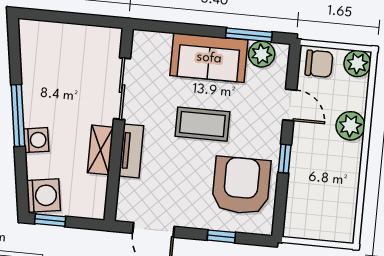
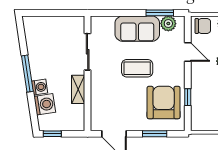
tv unit: (131, 151) -> (96, 88), removed
window: (285, 159) -> (188, 97), moved
washing machine: (43, 195) -> (45, 104), moved
window: (221, 236) -> (155, 134), width x1.50

